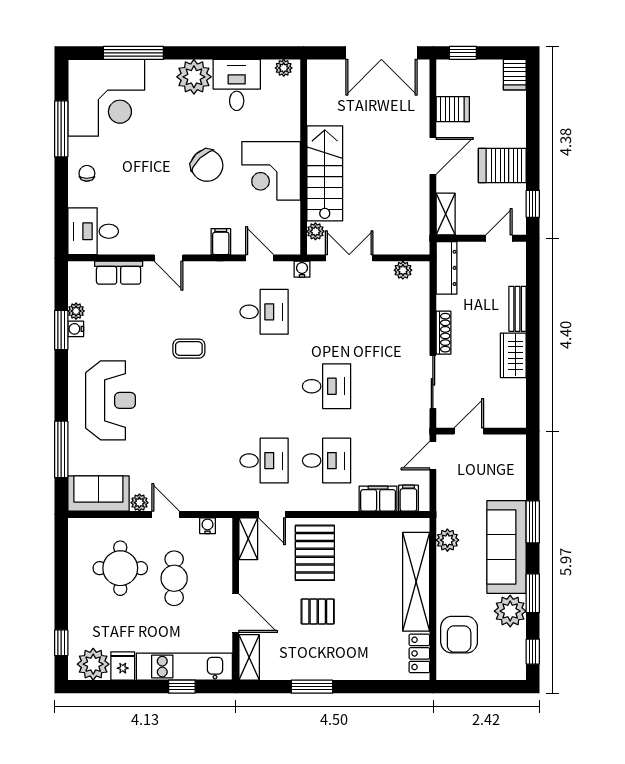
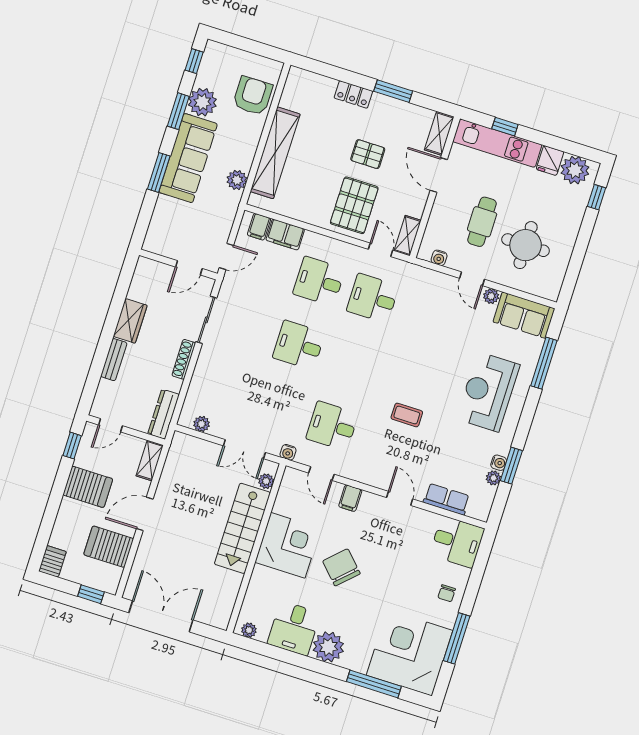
server rack: (453, 109) -> (109, 547), width x1.36, depth x1.44
locker: (419, 653) -> (353, 94), moved, turned 90

